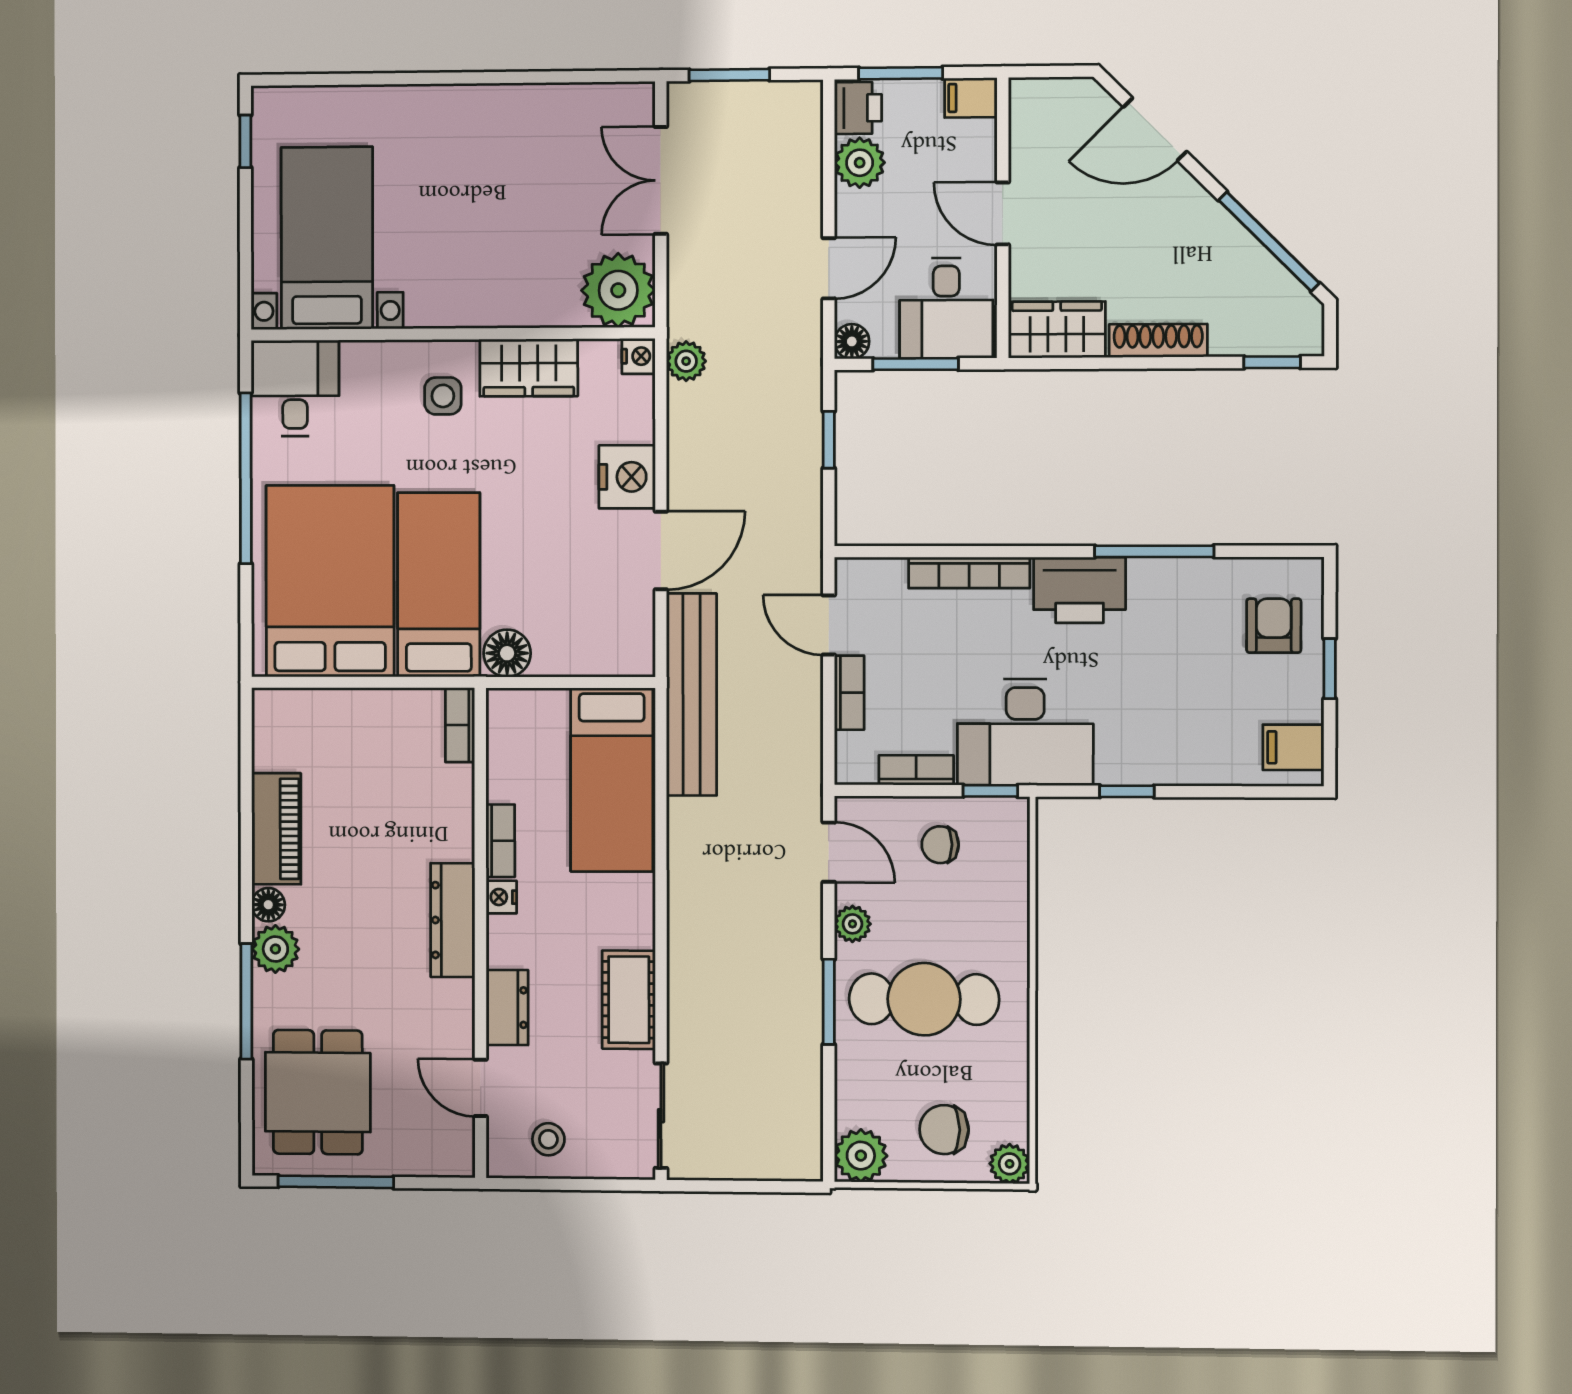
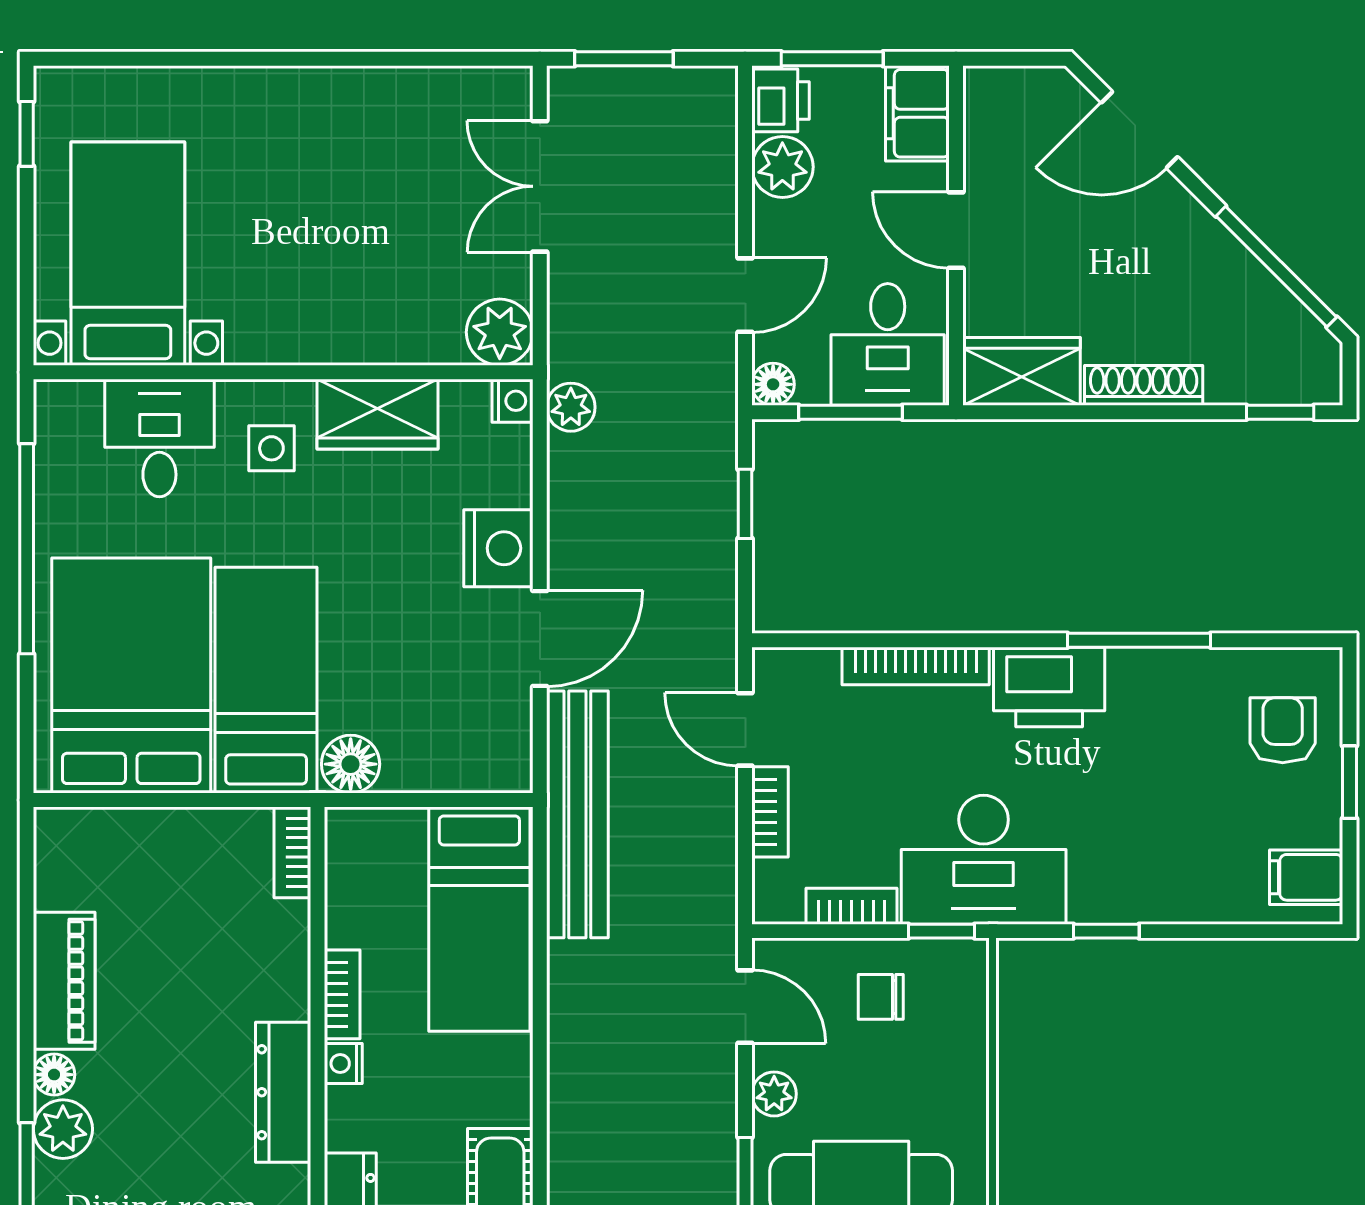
filing cabinet: (971, 98) -> (917, 113), width x2.00
plant: (618, 290) -> (500, 332), width x0.73, depth x0.73
desk: (295, 388) -> (159, 438), moved

